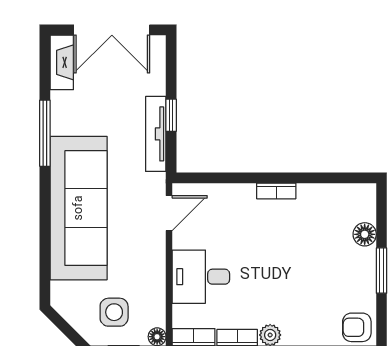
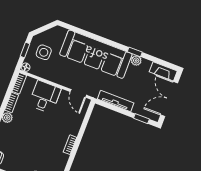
window: (171, 115) -> (141, 119), moved
plant: (61, 124) -> (136, 61), added
window: (45, 133) -> (135, 52), width x0.46

